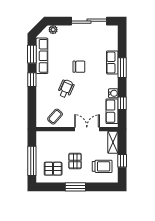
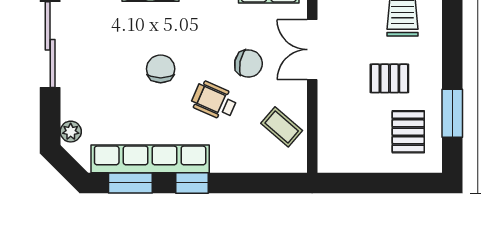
row of seats: (42, 56) -> (150, 159), width x1.36
chair: (81, 103) -> (248, 64), added
window: (32, 161) -> (389, 183), removed
window: (75, 187) -> (452, 113), moved

